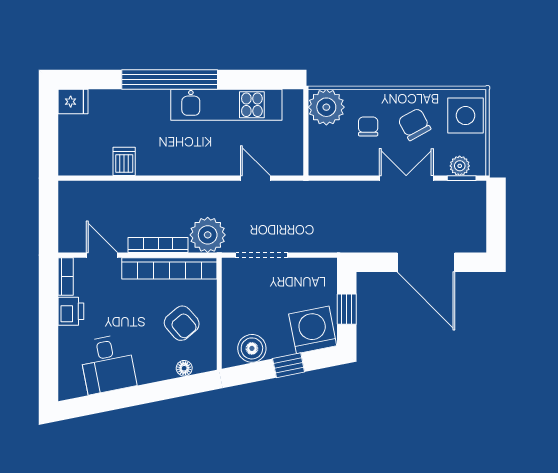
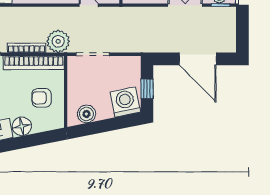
armchair: (182, 323) -> (42, 98), turned 131
window: (289, 365) -> (110, 125), removed
floor lamp: (184, 368) -> (22, 126), moved, width x1.89, depth x1.89

